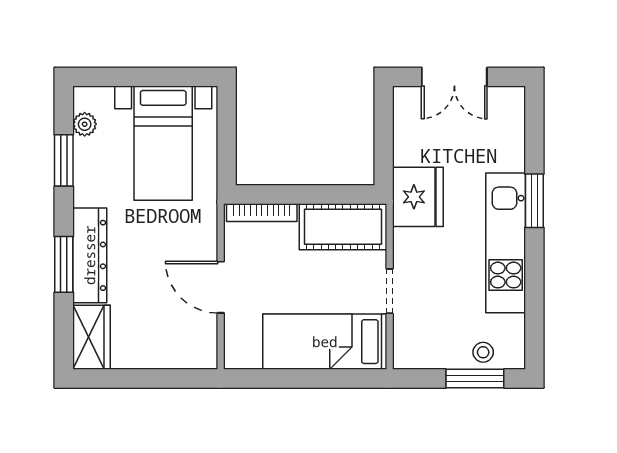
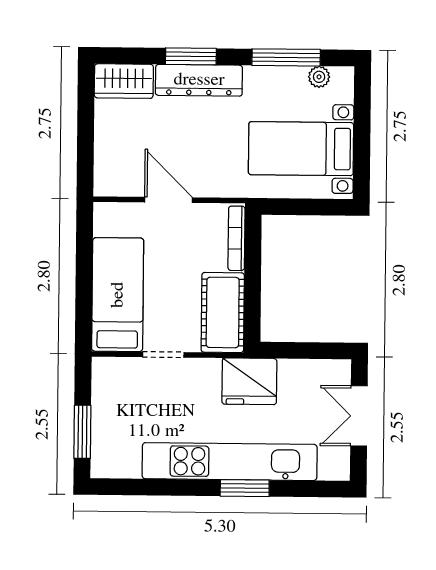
window: (64, 160) -> (286, 57), width x1.44
kitchen unit: (506, 243) -> (230, 462), width x1.36
door: (221, 287) -> (169, 200), hinge flipped
stool: (483, 352) -> (106, 440), removed

